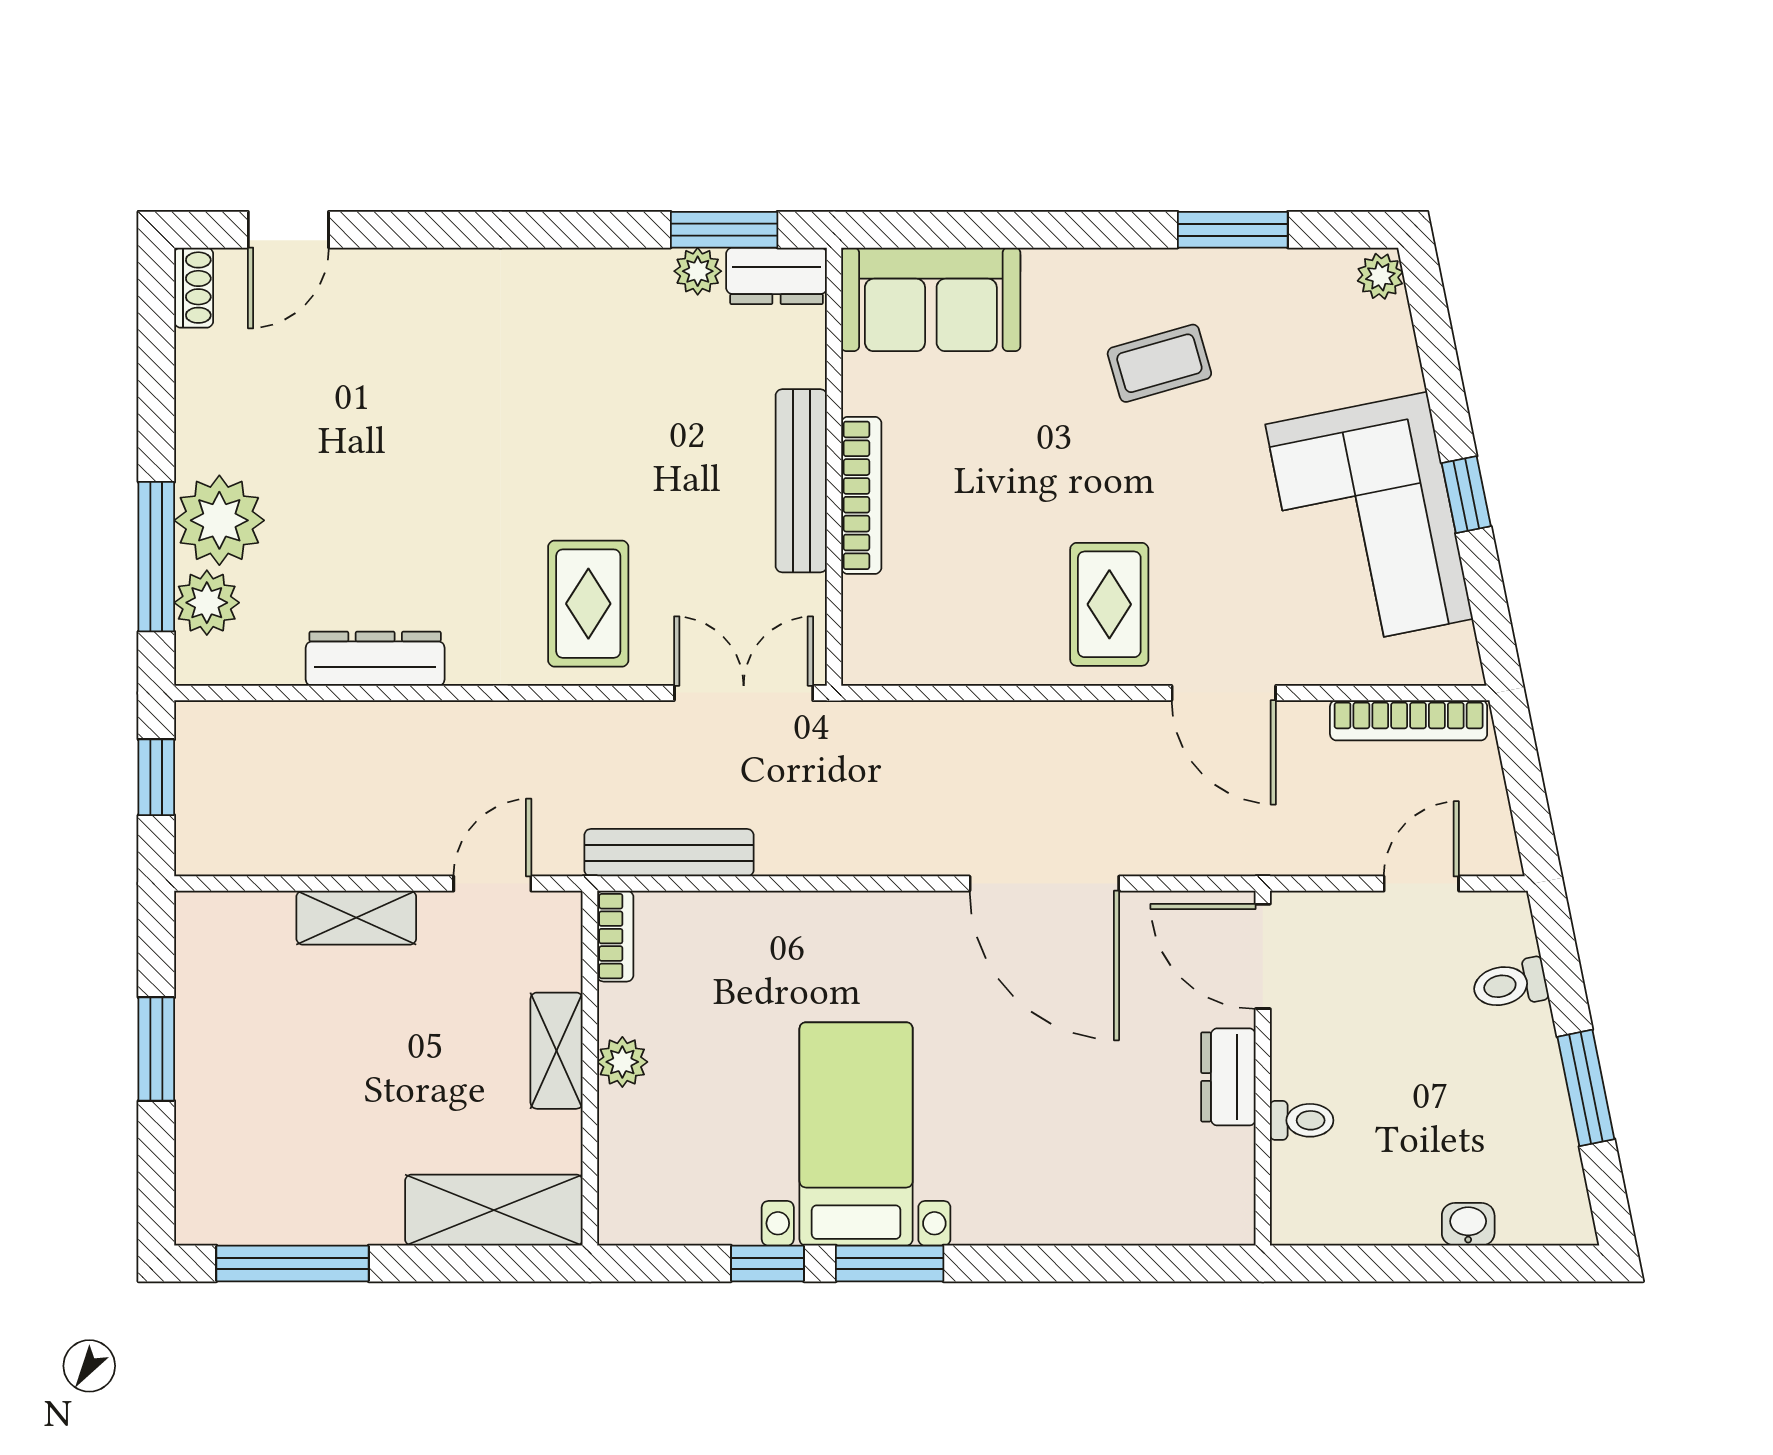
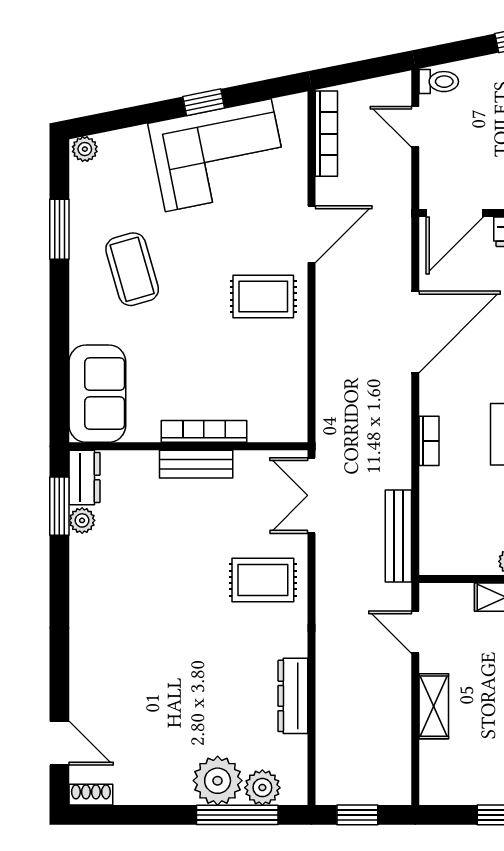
coffee table: (1159, 363) -> (132, 269), width x1.36, depth x1.30
bench: (801, 481) -> (196, 464), width x0.73
bookcase: (615, 936) -> (429, 441), moved, turned 90
toilet: (1510, 984) -> (439, 82), moved, turned -79

